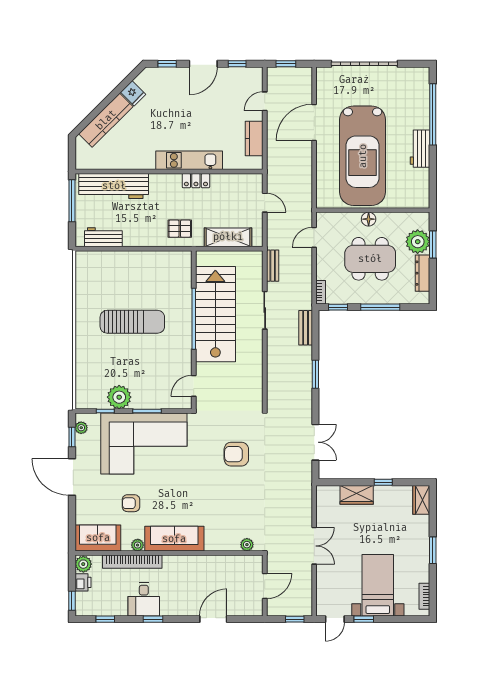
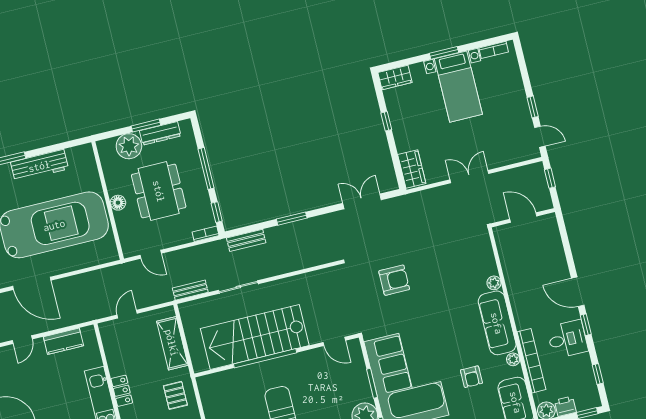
door: (265, 101) -> (22, 340), hinge flipped
workbench: (420, 149) -> (39, 166), width x1.38
window: (433, 244) -> (146, 126), moved
armchair: (236, 454) -> (394, 280), turned -90
wardrobe: (357, 495) -> (412, 169), moved
plant: (247, 545) -> (494, 283), moved
bed with nightstands: (378, 585) -> (458, 87), moved, turned -90
door: (213, 619) -> (578, 292), moved

